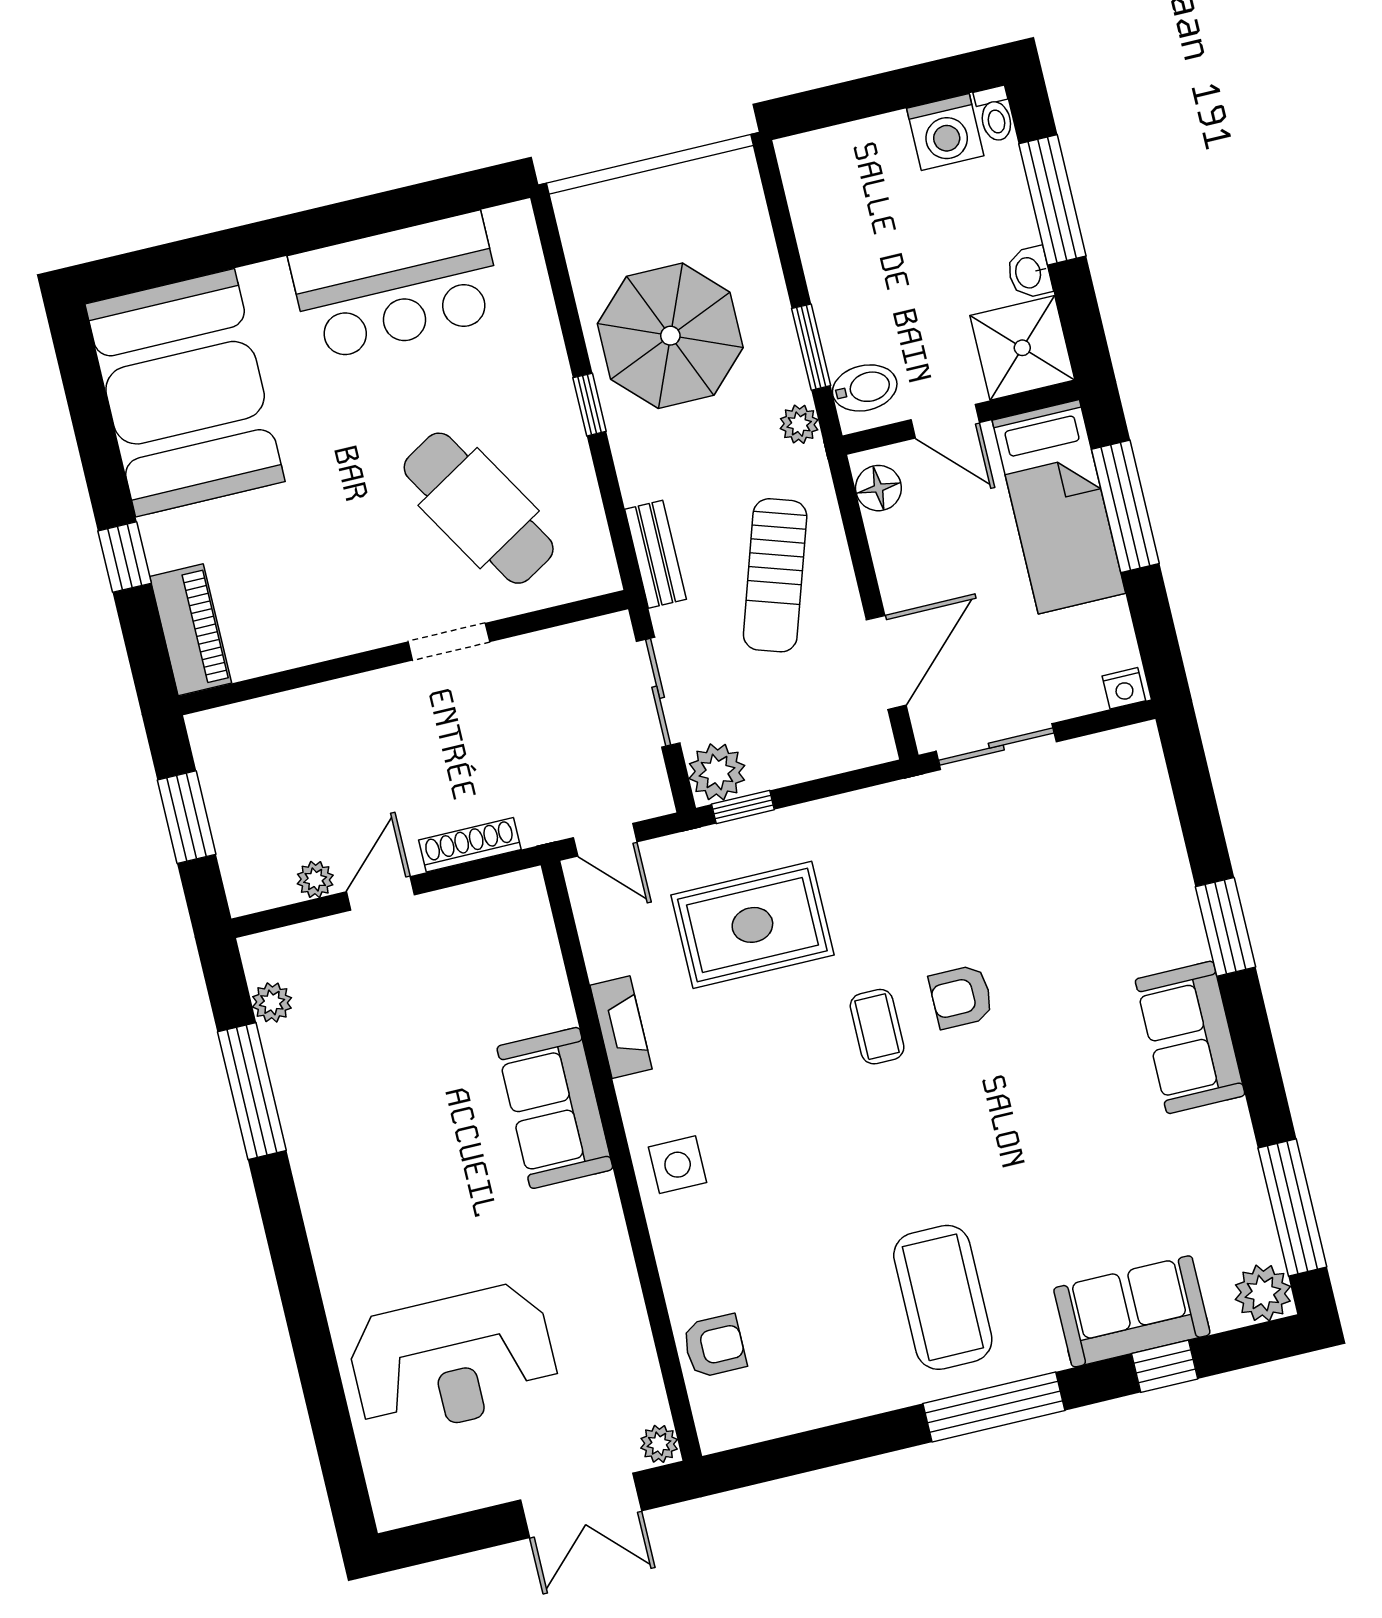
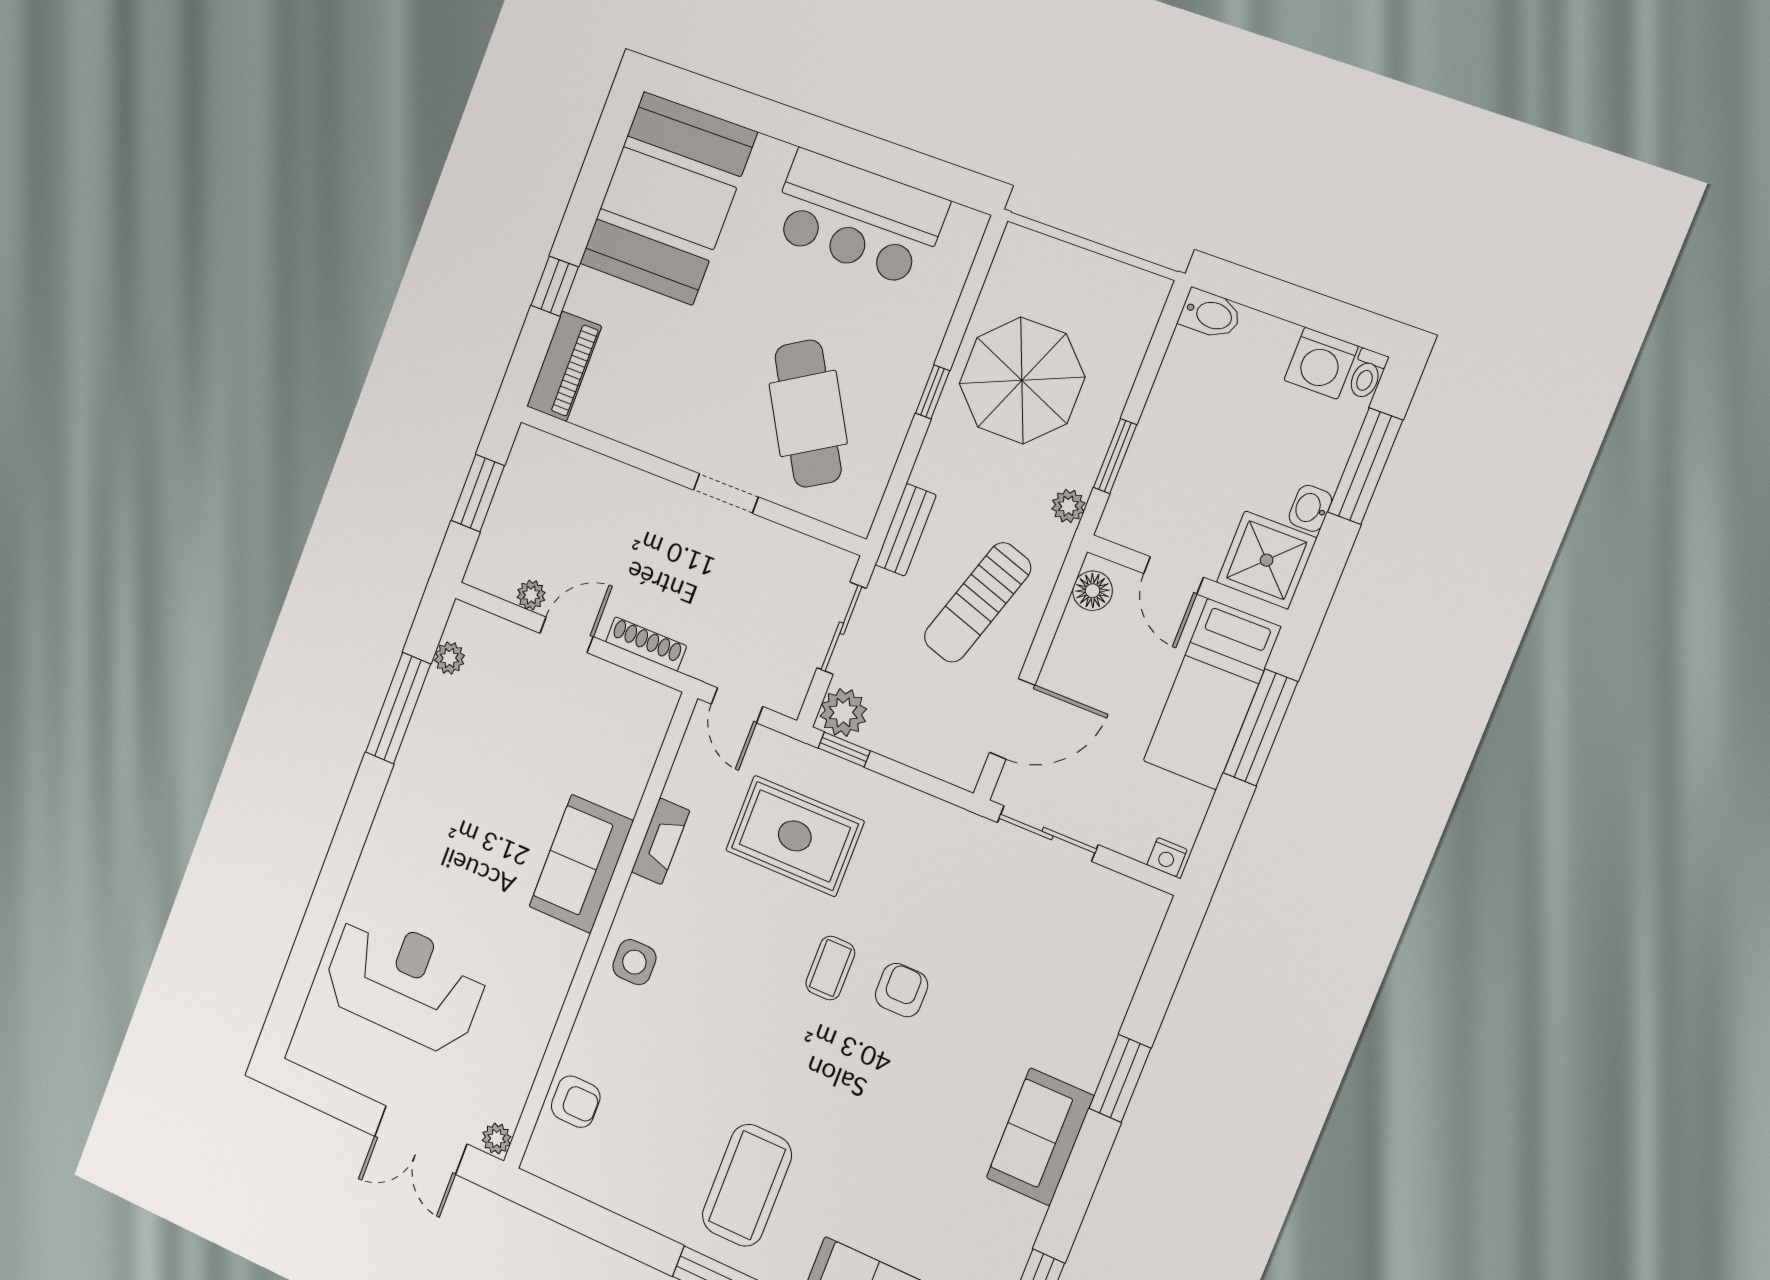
bidet: (865, 388) -> (1210, 314), moved
armchair: (961, 997) -> (902, 990), turned 90
reception desk: (453, 1360) -> (405, 982), turned 180

